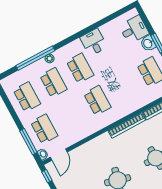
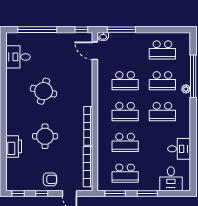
desk: (94, 42) -> (179, 149), moved
washbasin: (148, 43) -> (152, 185), removed
school desk: (124, 86) -> (125, 142), added
school desk: (44, 129) -> (125, 81), moved

